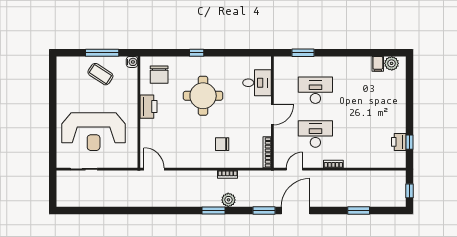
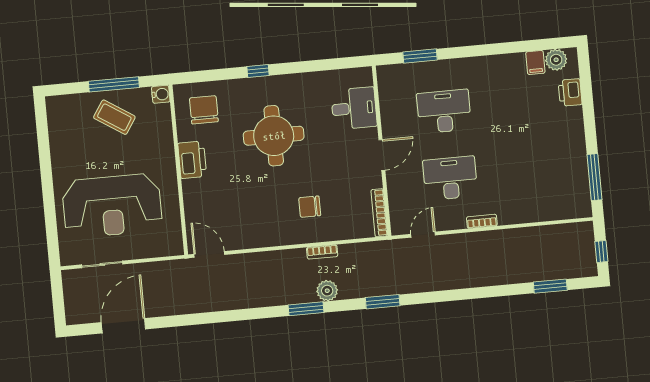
chair: (159, 75) -> (204, 110), turned 180
printer: (399, 142) -> (570, 92), moved
window: (409, 142) -> (594, 177), width x2.17
door: (296, 210) -> (123, 326), moved
window: (359, 210) -> (550, 286), moved

